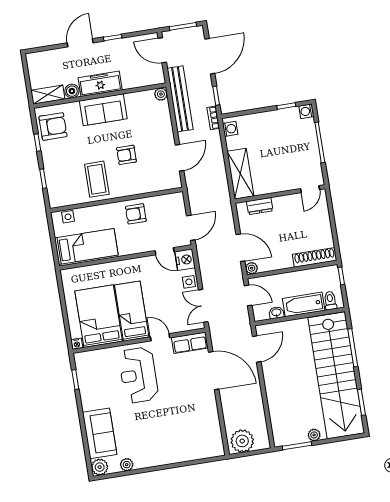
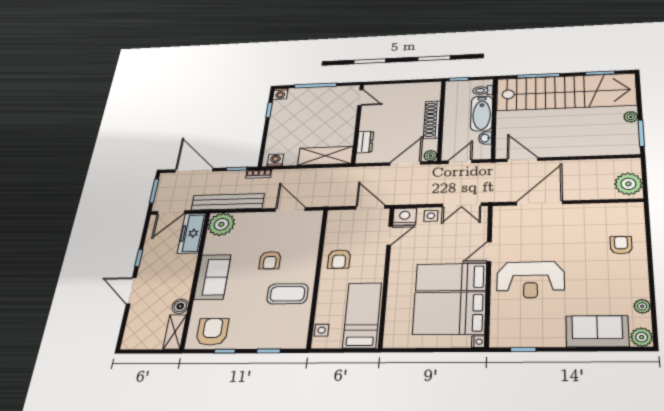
freezer: (100, 84) -> (192, 233), moved
plant: (161, 94) -> (221, 224), width x1.88, depth x1.88
shoe rack: (315, 257) -> (432, 120), moved
row of seats: (190, 343) -> (502, 223), removed
armchair: (181, 442) -> (621, 245), added

